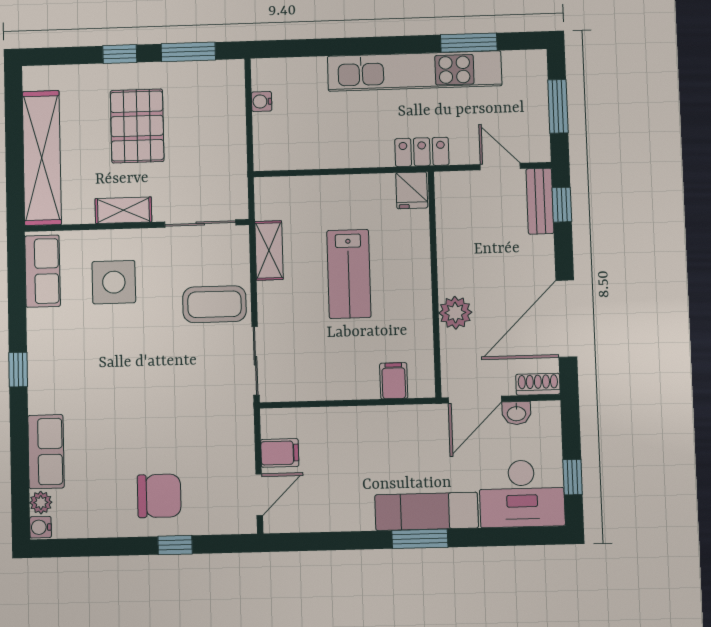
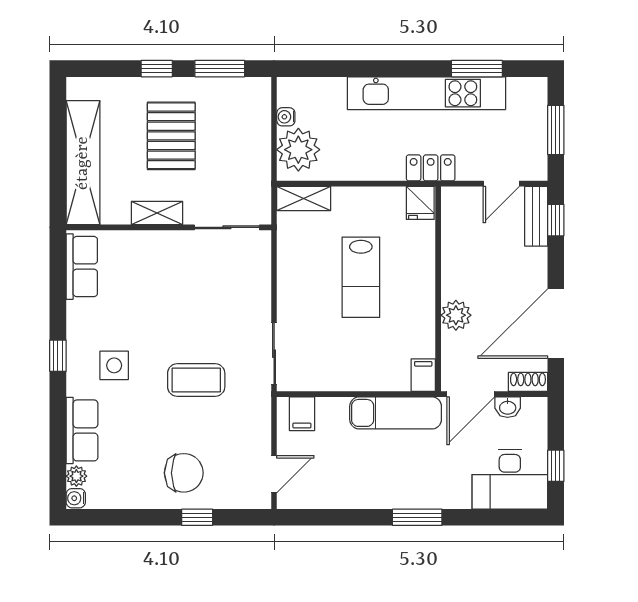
plant: (276, 137) -> (298, 150), added
door: (500, 167) -> (501, 184), swing flipped
shelving: (269, 250) -> (304, 198), moved, turned 90
side table: (114, 282) -> (114, 365), moved, width x0.73, depth x0.73
coffee table: (214, 304) -> (196, 380), moved
filing cabinet: (394, 381) -> (423, 375), moved
filing cabinet: (280, 453) -> (302, 414), moved, turned 90
exam couch: (427, 511) -> (396, 413), moved, turned 180

